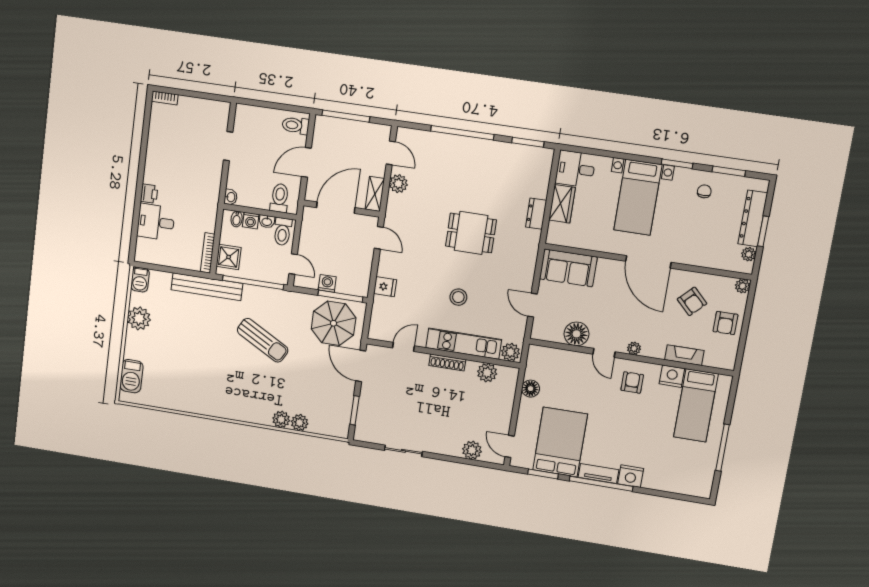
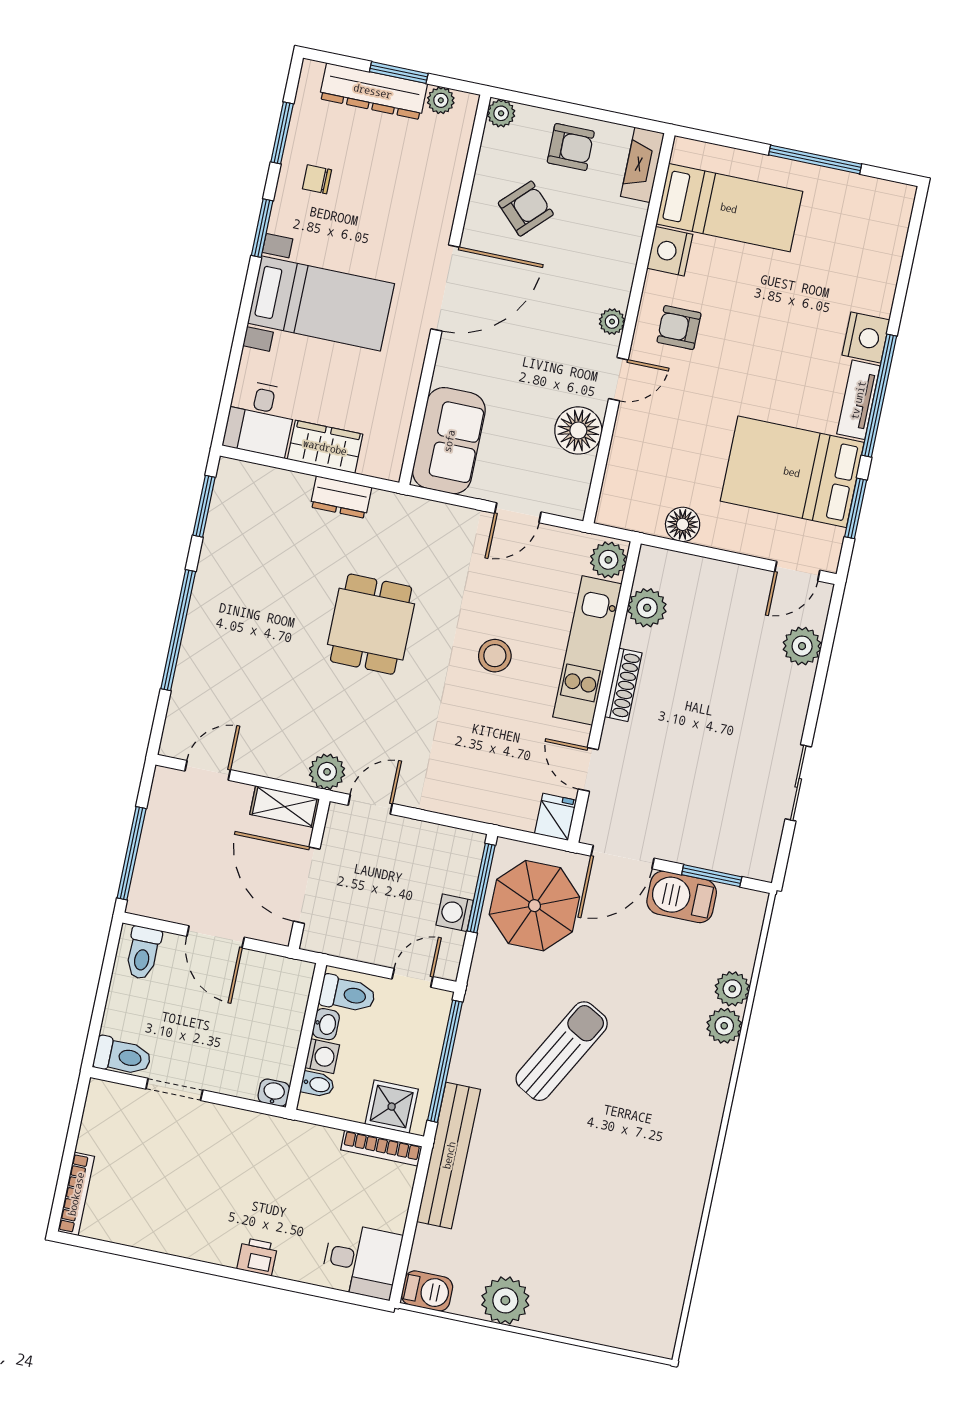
bookcase: (165, 98) -> (76, 1194), width x1.56
plant: (398, 184) -> (327, 772), moved
toilet: (280, 198) -> (122, 1056), moved, turned 180
desk: (156, 222) -> (361, 1261), moved, turned -90
fridge: (385, 287) -> (556, 817), moved
fireplace: (684, 355) -> (643, 165), moved
barbecue: (131, 376) -> (682, 897), moved, turned 180

